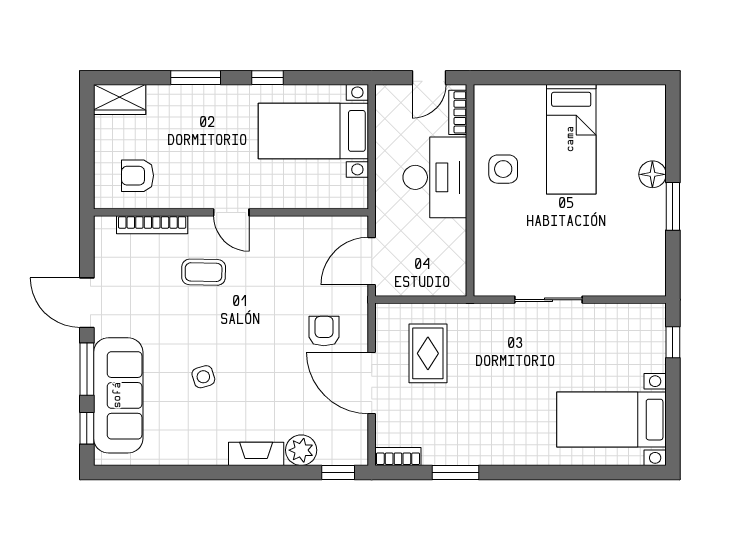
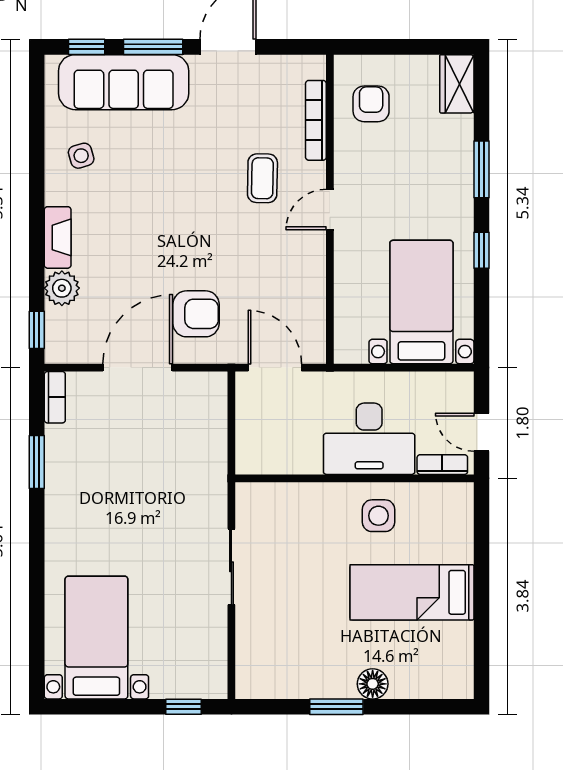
armchair: (324, 331) -> (196, 314), width x1.38, depth x1.38
rug: (428, 353) -> (171, 431), removed
side table: (203, 377) -> (81, 156), moved

